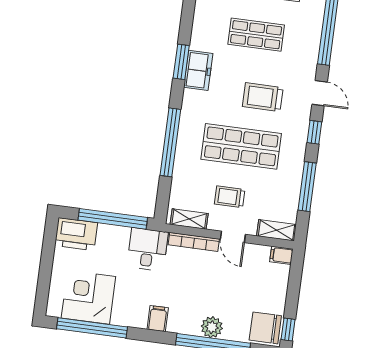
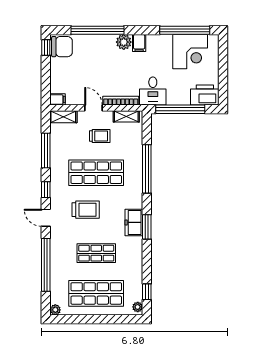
plant: (212, 327) -> (124, 42), moved

